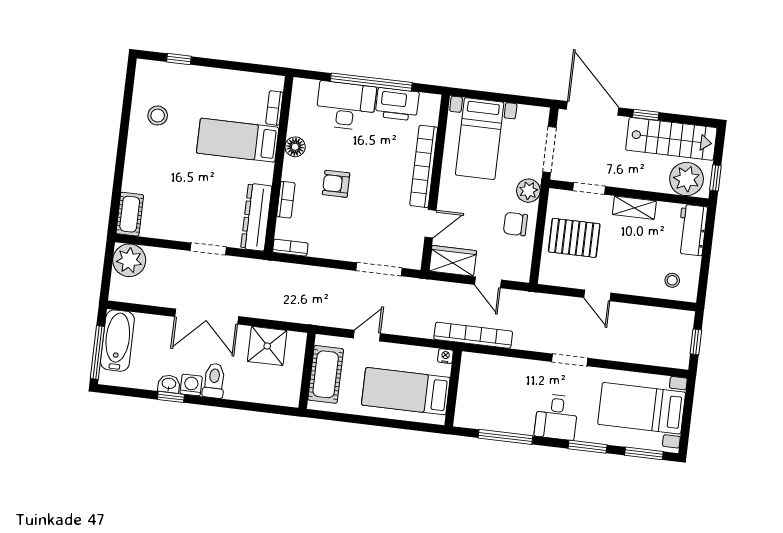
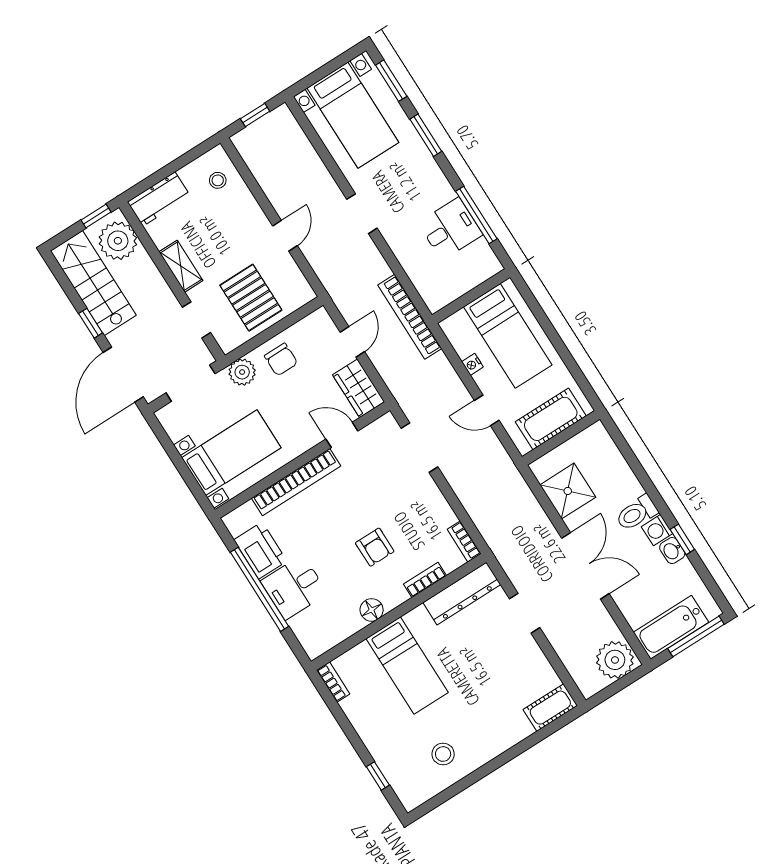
desk: (346, 106) -> (294, 587), width x0.73
bookcase: (274, 108) -> (333, 682), moved, turned -90
plant: (129, 260) -> (615, 660), moved
nightstand: (445, 356) -> (472, 364), moved
desk: (556, 417) -> (450, 229), moved

